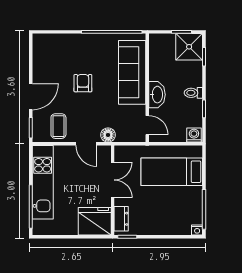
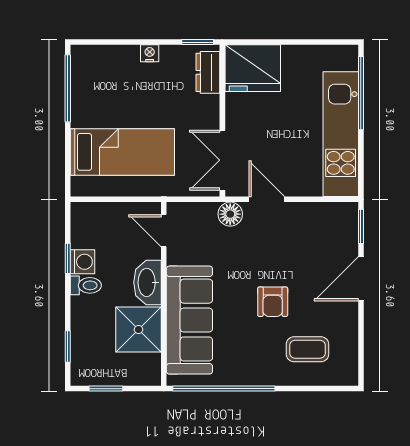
shower: (189, 47) -> (139, 330), moved
coffee table: (58, 126) -> (307, 349), moved, turned 90
washing machine: (194, 135) -> (83, 262), moved, turned -90
double door: (113, 180) -> (222, 160), moved
nightstand: (197, 230) -> (150, 53), moved

